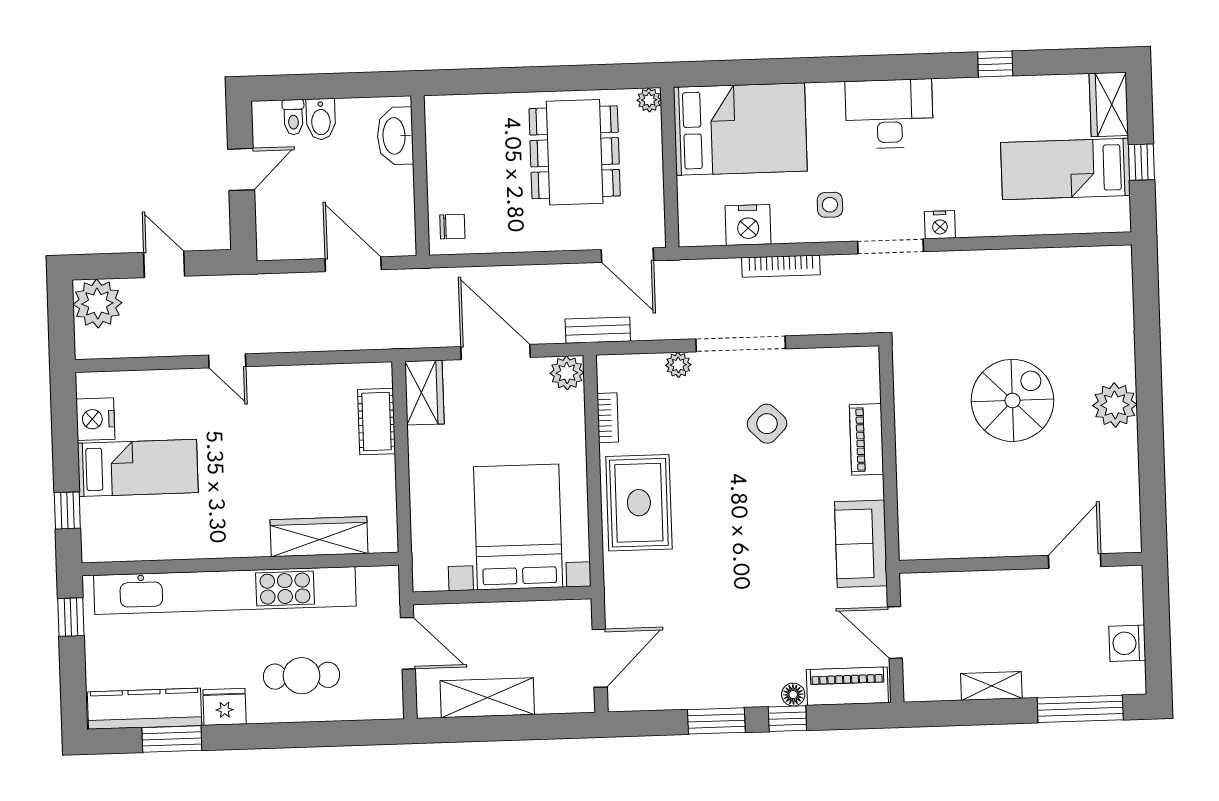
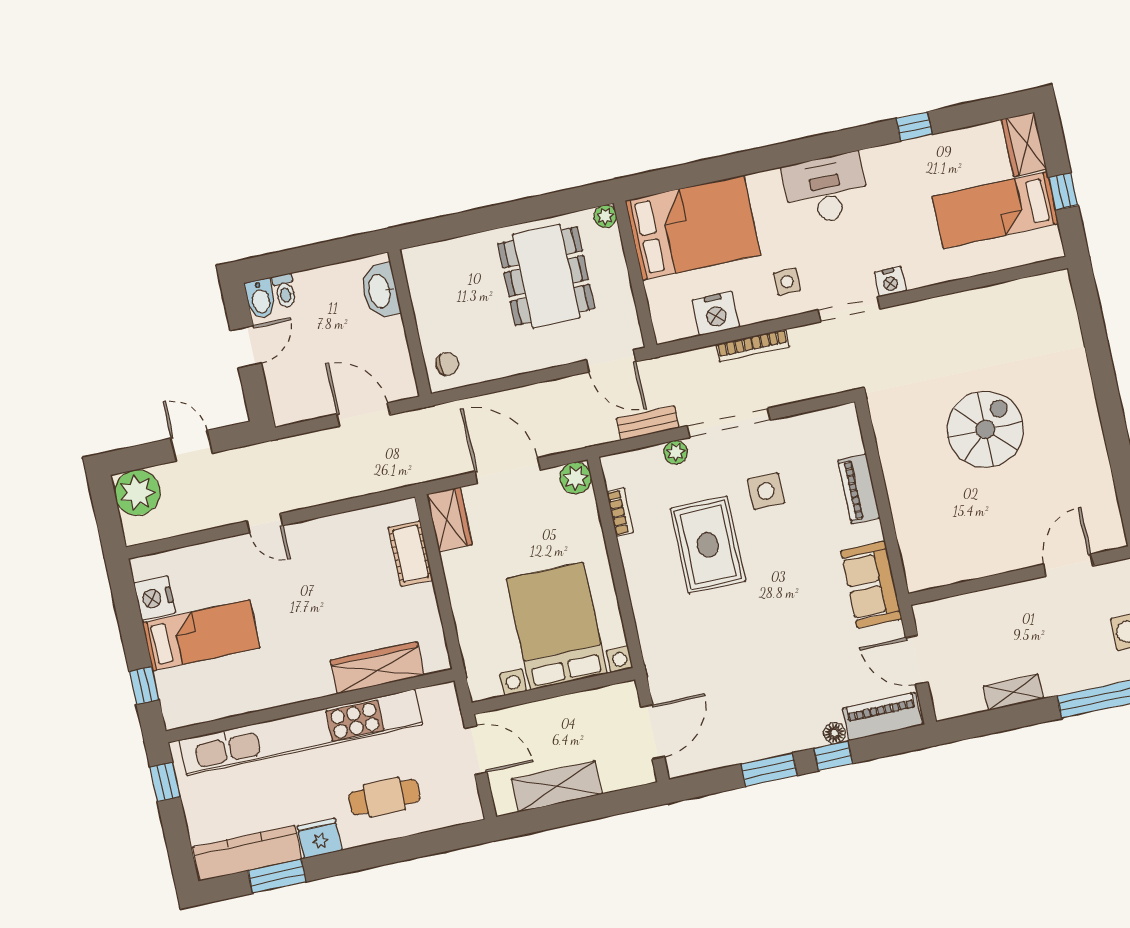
bidet: (321, 119) -> (260, 299), moved
bench: (598, 330) -> (648, 423), moved
plant: (1115, 405) -> (1079, 417), removed
side table: (767, 424) -> (766, 491), turned 45
rug: (639, 503) -> (708, 545), moved

